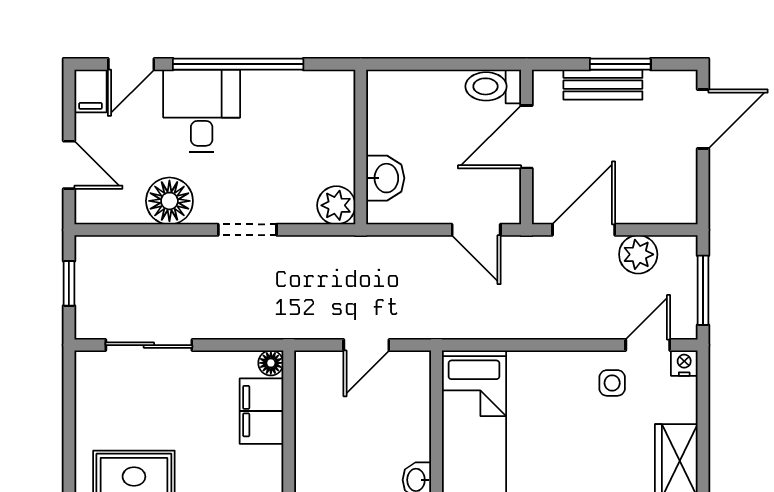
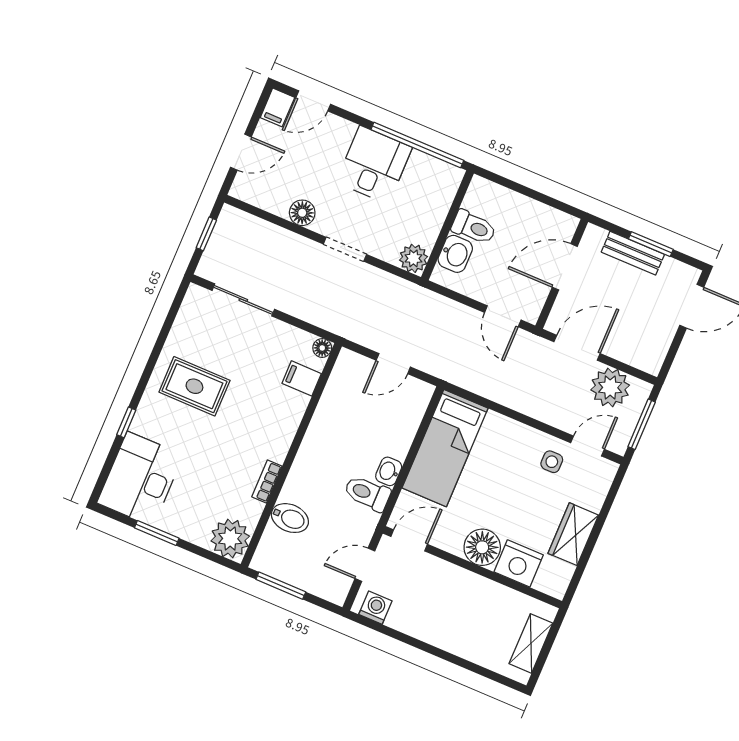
window: (238, 64) -> (417, 145), moved
toilet: (493, 86) -> (474, 227), moved, turned 180
desk: (202, 111) -> (374, 165), moved
door: (69, 165) -> (241, 152), hinge flipped
floor lamp: (169, 201) -> (302, 213), width x0.73, depth x0.73
plant: (638, 254) -> (610, 387), width x1.36, depth x1.36
nightstand: (684, 363) -> (607, 469), removed
filing cabinet: (261, 411) -> (302, 378), width x0.50

